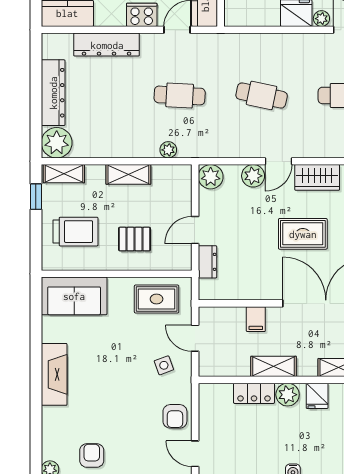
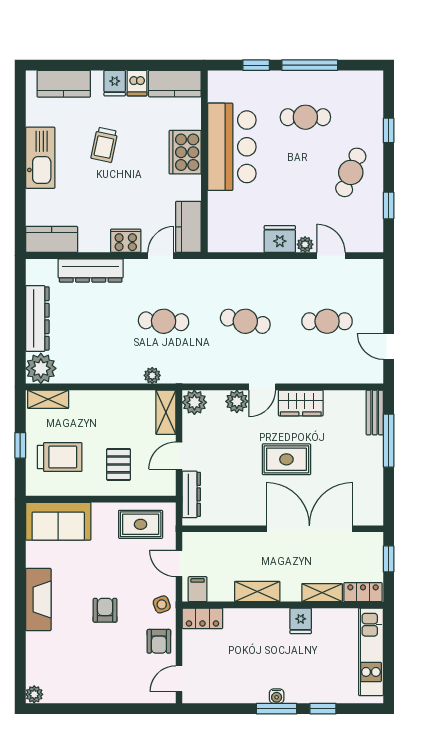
shelving: (128, 174) -> (166, 412), moved, turned 90
window: (36, 197) -> (20, 445), moved
pallet: (135, 239) -> (119, 464), turned 90
dresser: (207, 262) -> (191, 494), width x1.44
filing cabinet: (256, 319) -> (198, 589), moved, turned 180
side table: (164, 365) -> (162, 604), moved
locker: (254, 393) -> (202, 618), moved
plant: (288, 395) -> (271, 620), removed
door: (195, 454) -> (179, 679), hinge flipped
armchair: (92, 455) -> (105, 610), moved

